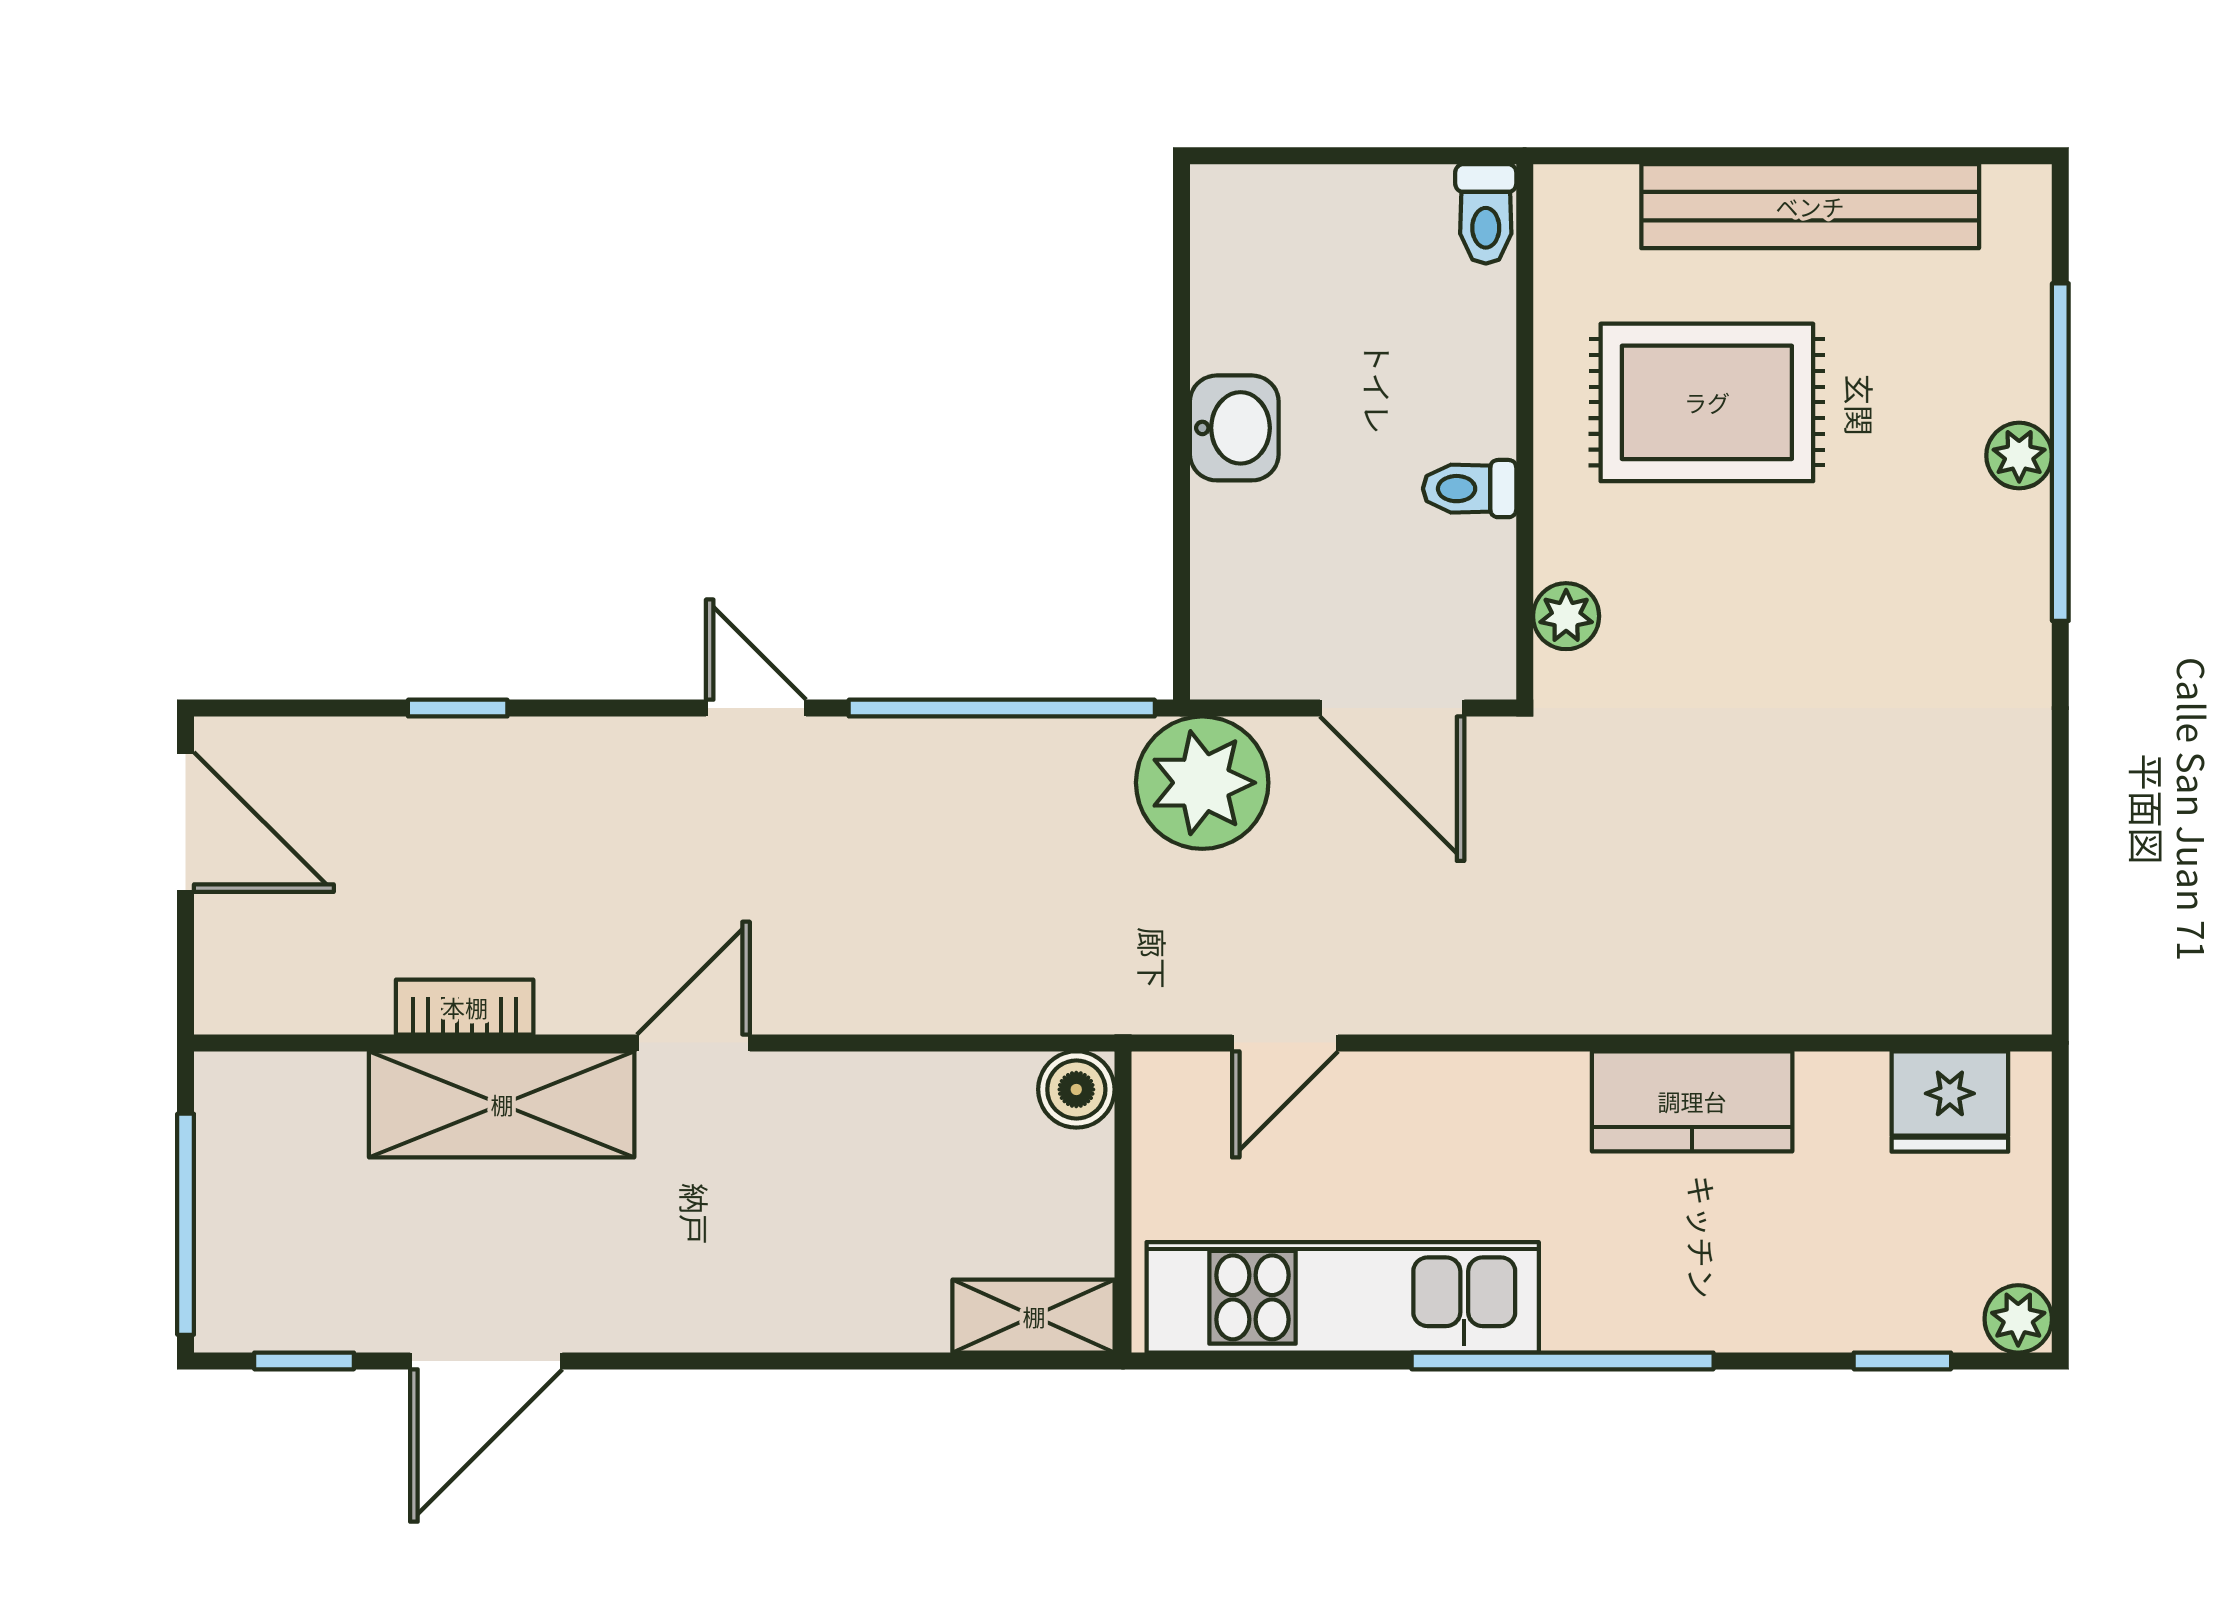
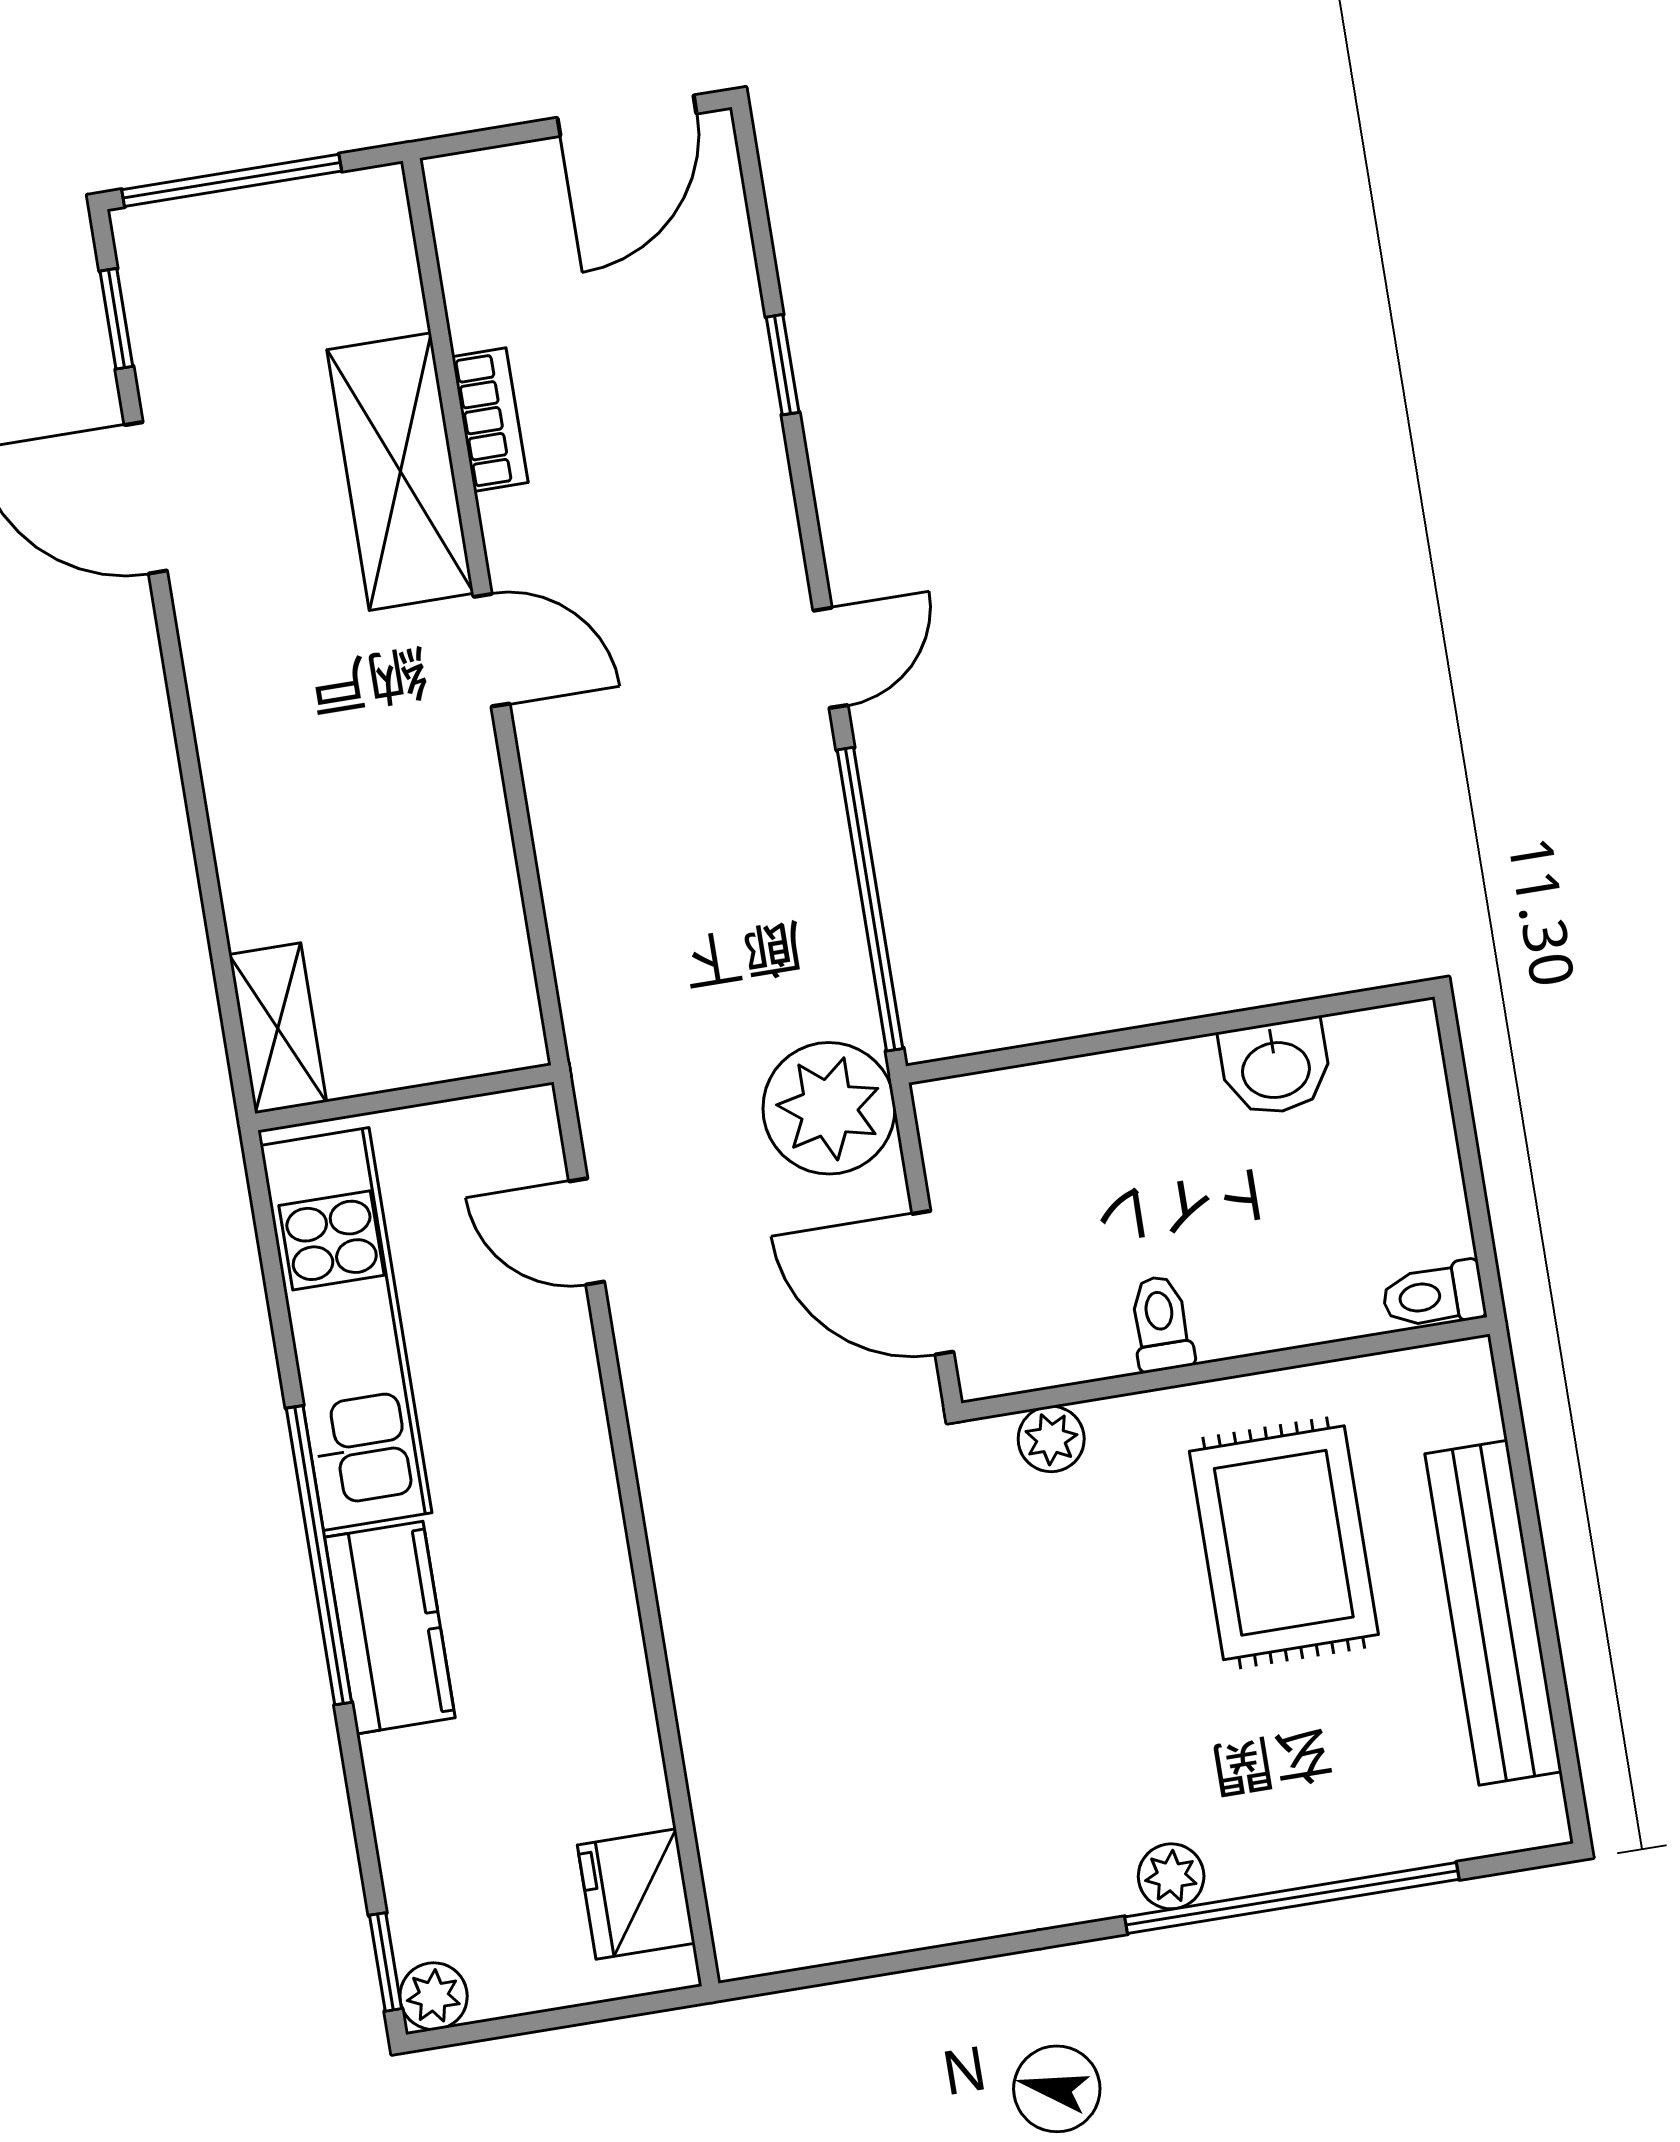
washbasin: (1234, 428) -> (1276, 1067), moved
plant: (2019, 456) -> (1171, 1876), moved
door: (1392, 708) -> (933, 1283), hinge flipped
boiler: (1076, 1089) -> (507, 1034), removed
kitchen counter: (1692, 1101) -> (390, 1628), moved, turned 180
window: (1902, 1361) -> (386, 1962), moved

